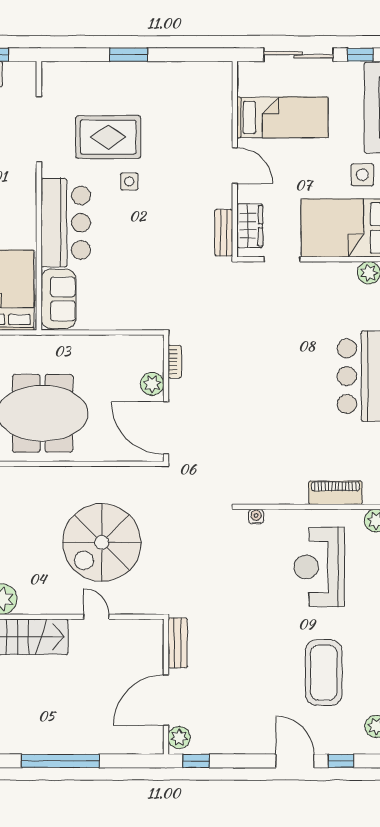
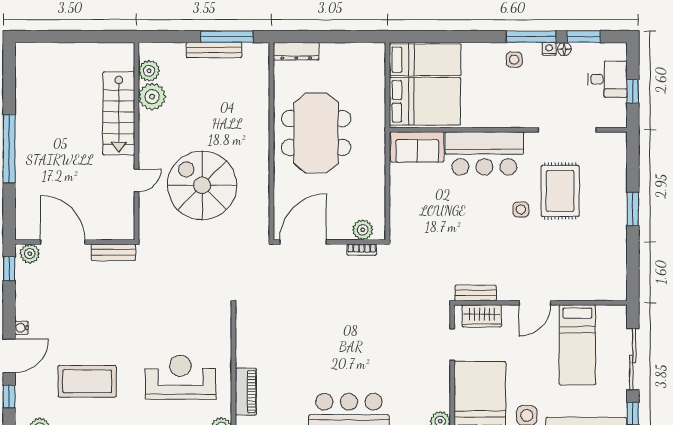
plant: (152, 384) -> (363, 230), moved
water cooler: (256, 517) -> (21, 328), moved, turned 180

